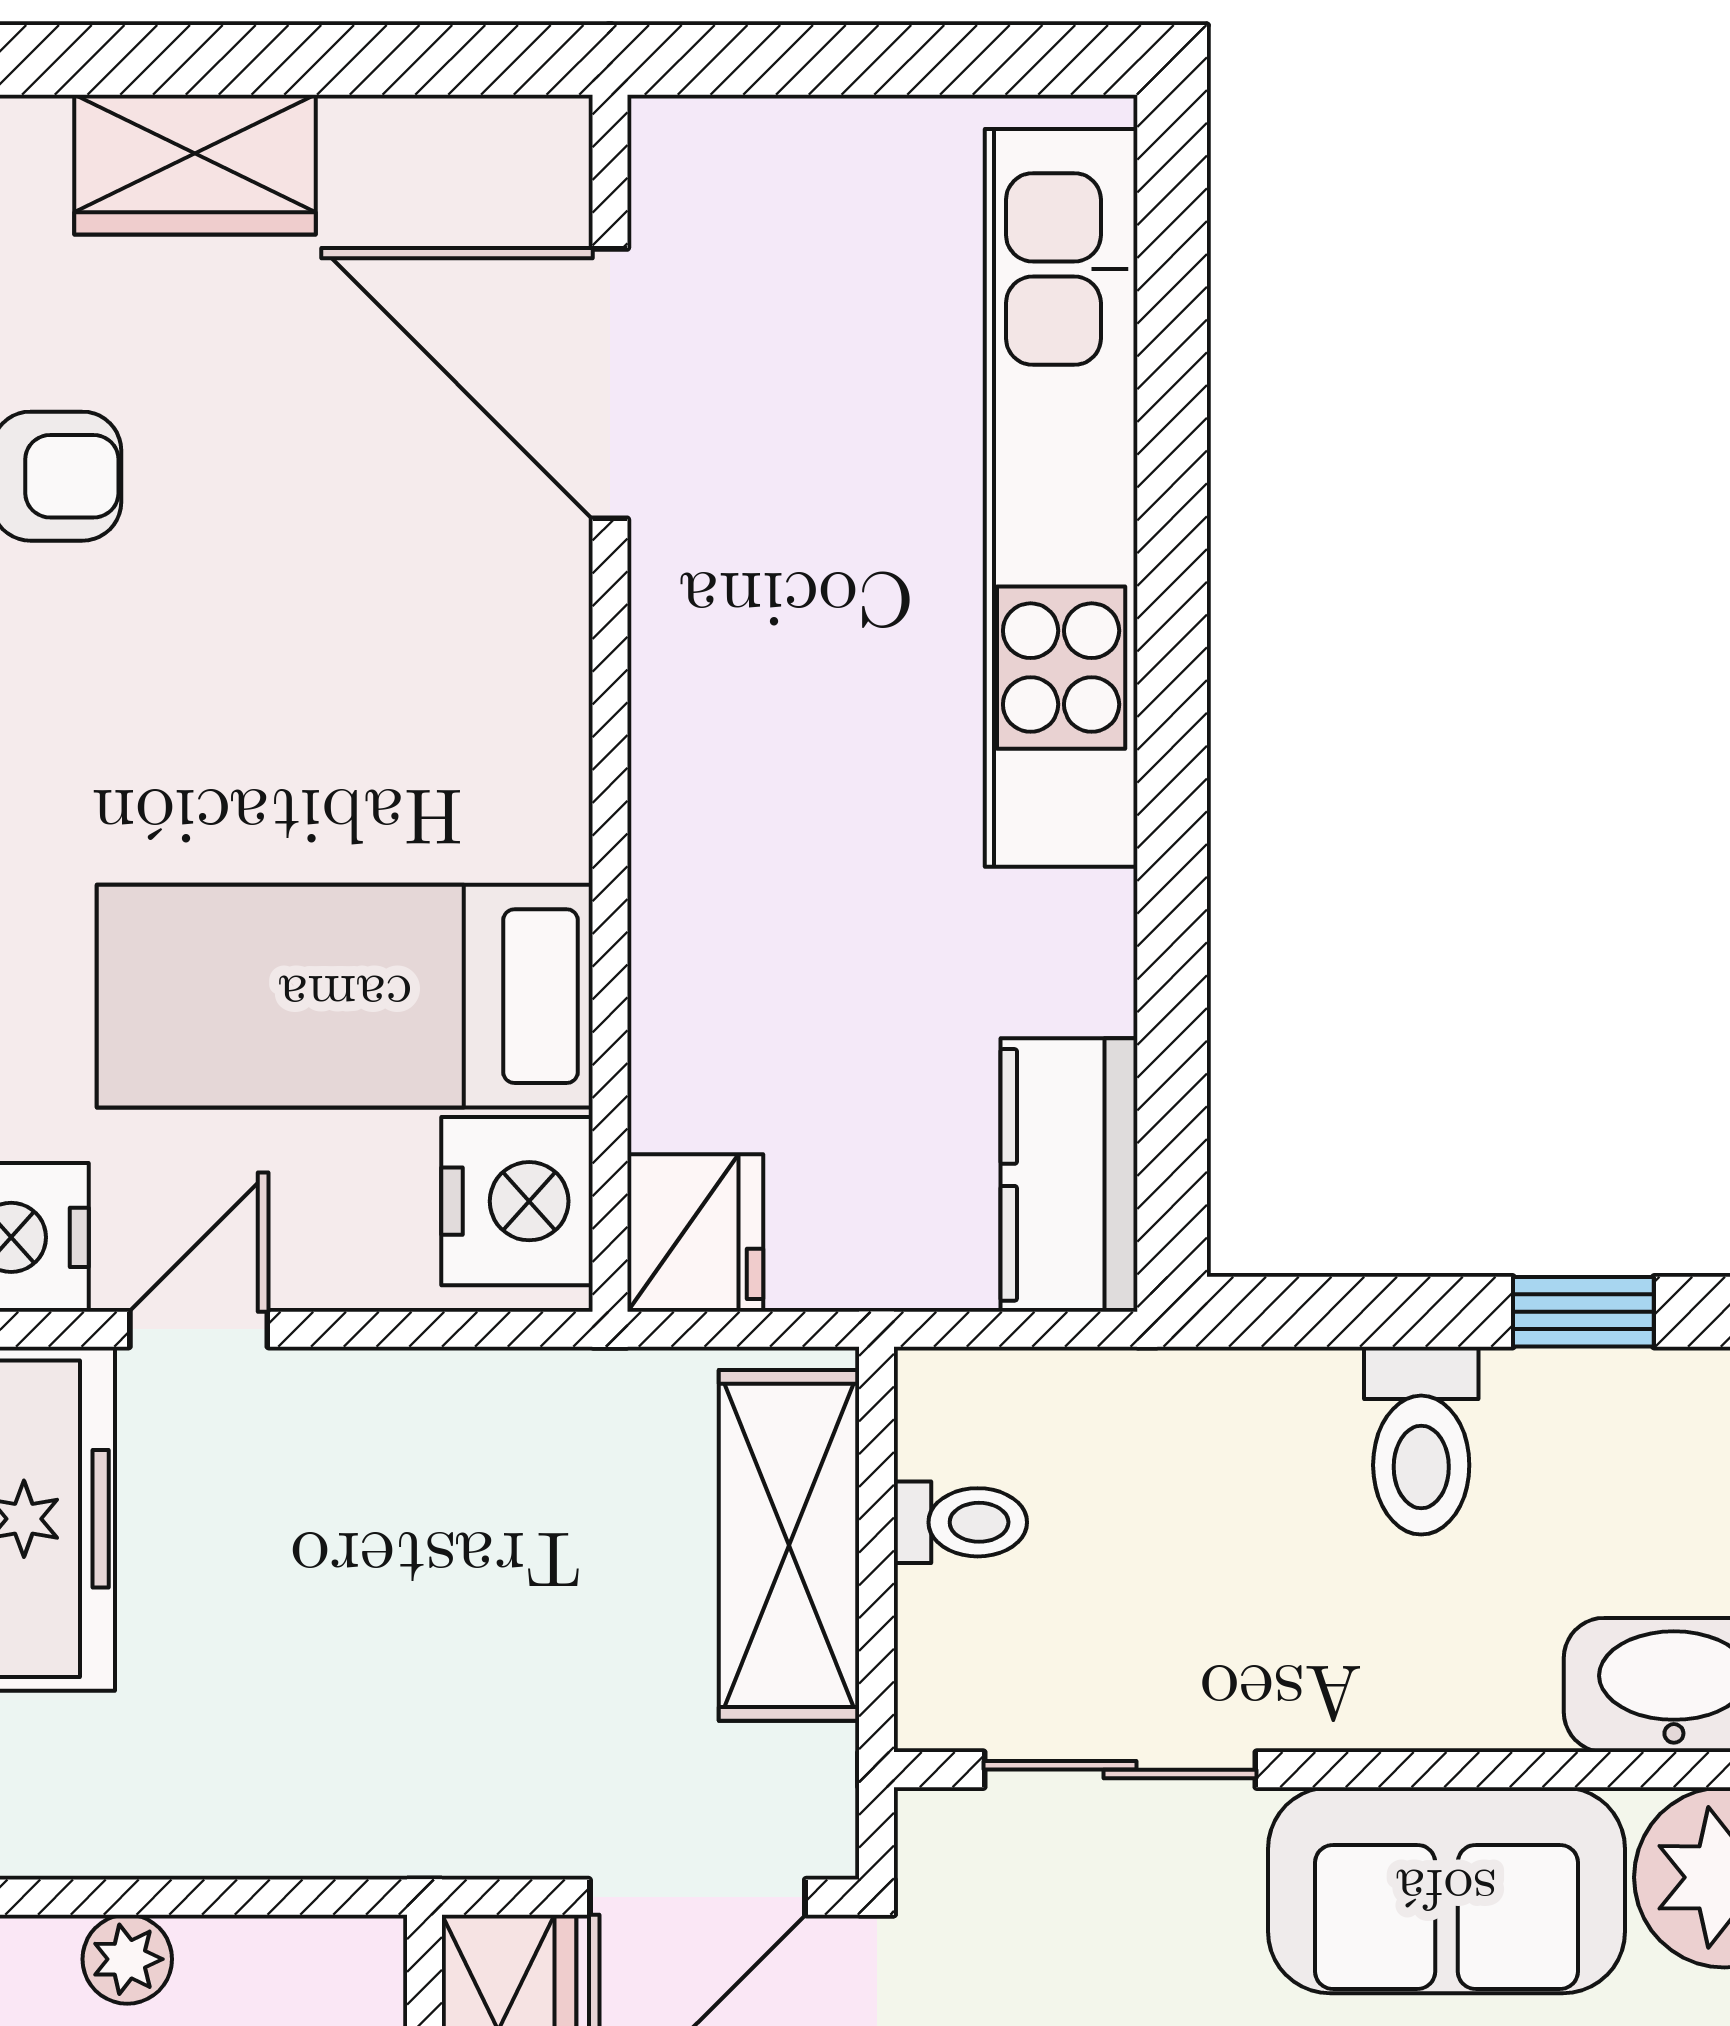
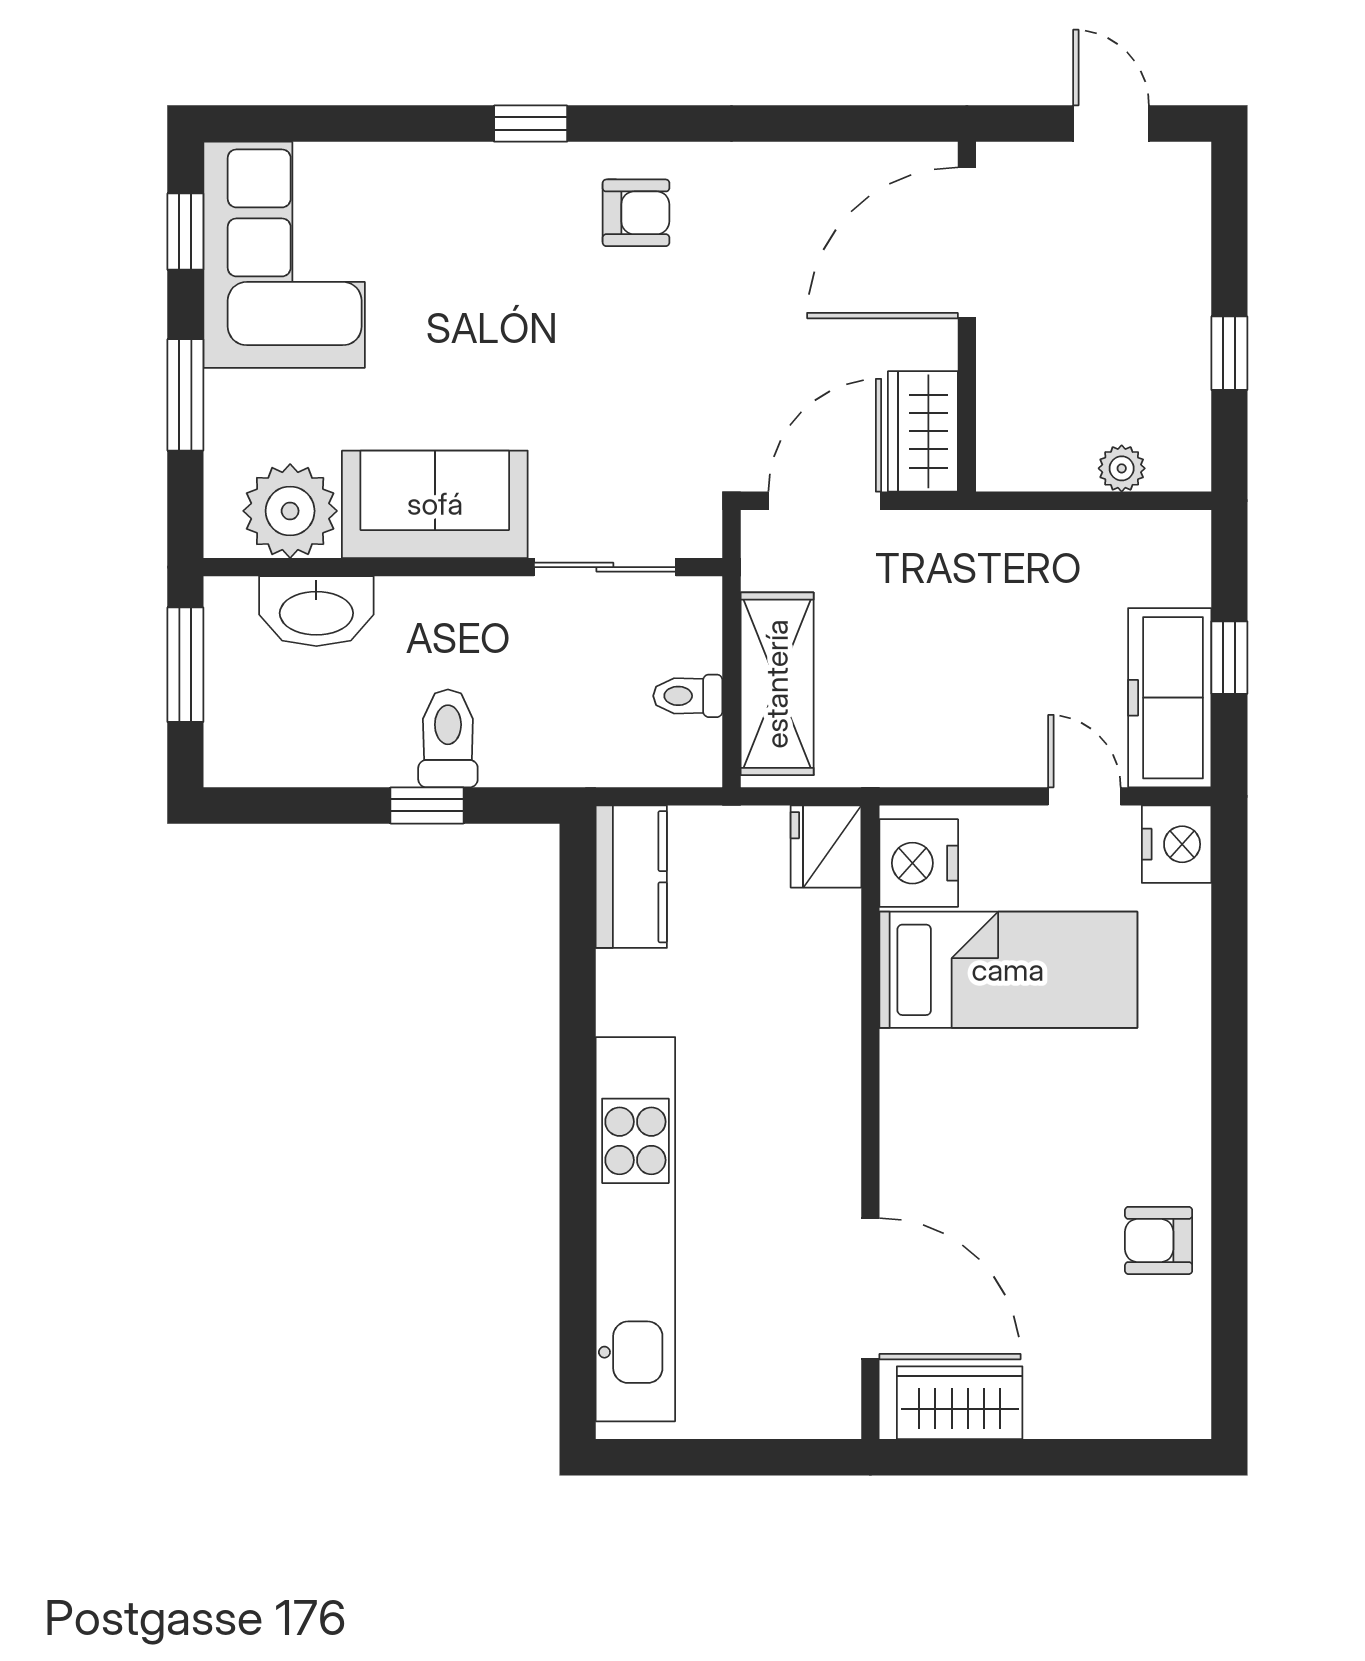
wardrobe: (195, 165) -> (960, 1403), moved
window: (1583, 1312) -> (427, 805), moved
door: (199, 1329) -> (1084, 796), swing flipped

